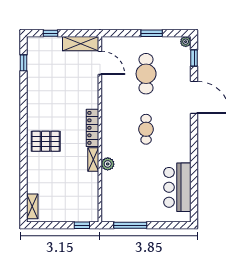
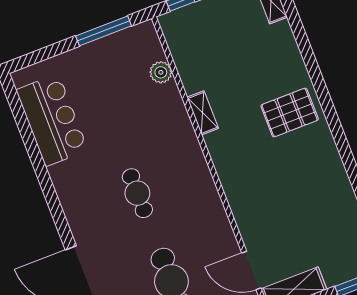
locker: (92, 128) -> (223, 163), removed
plant: (108, 164) -> (161, 72), moved

